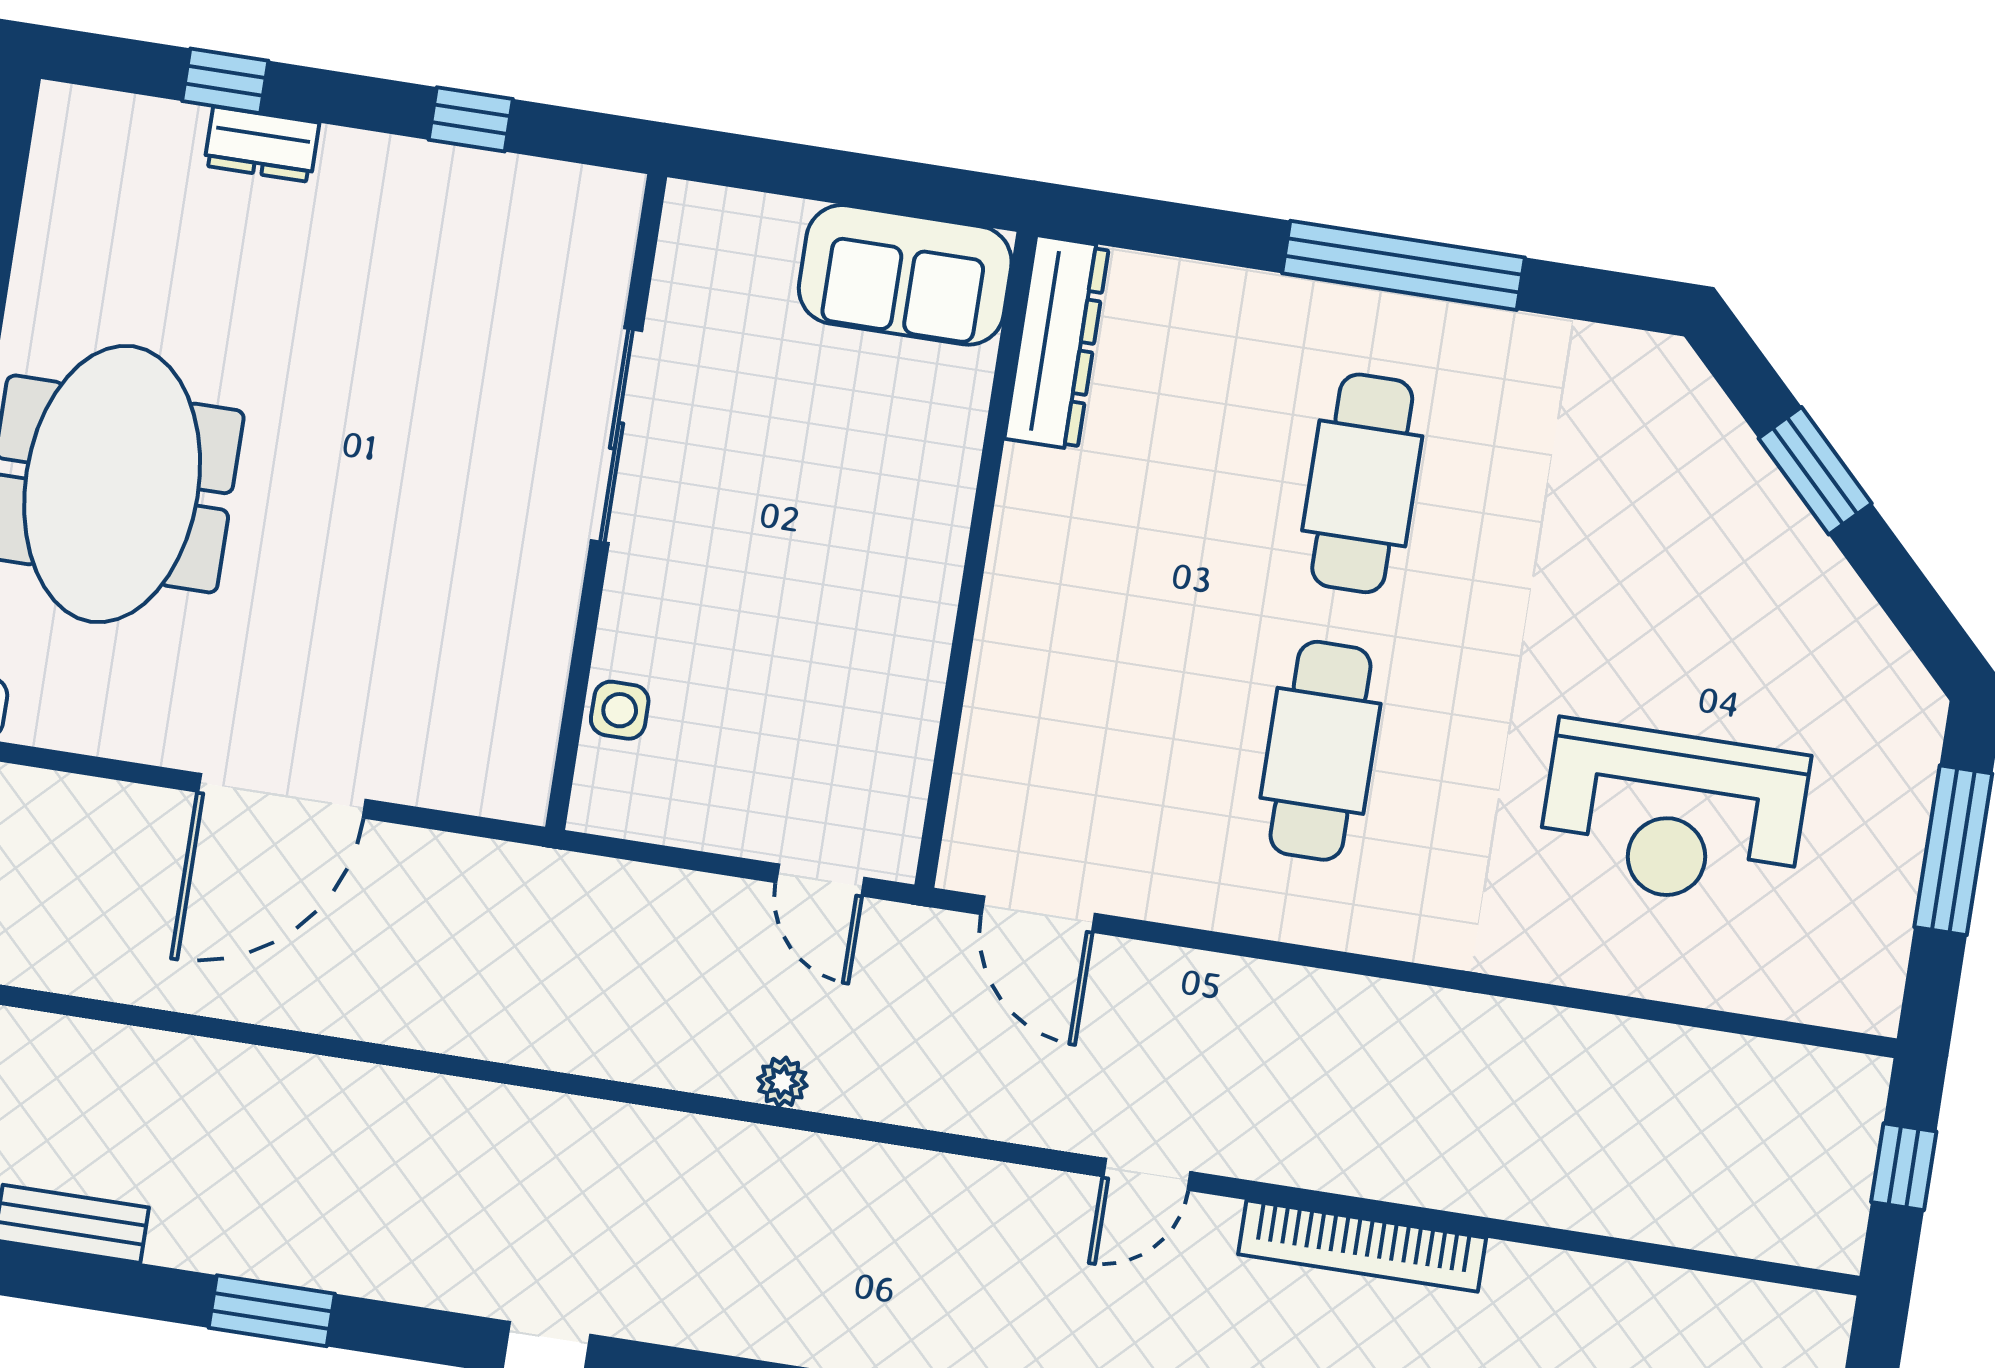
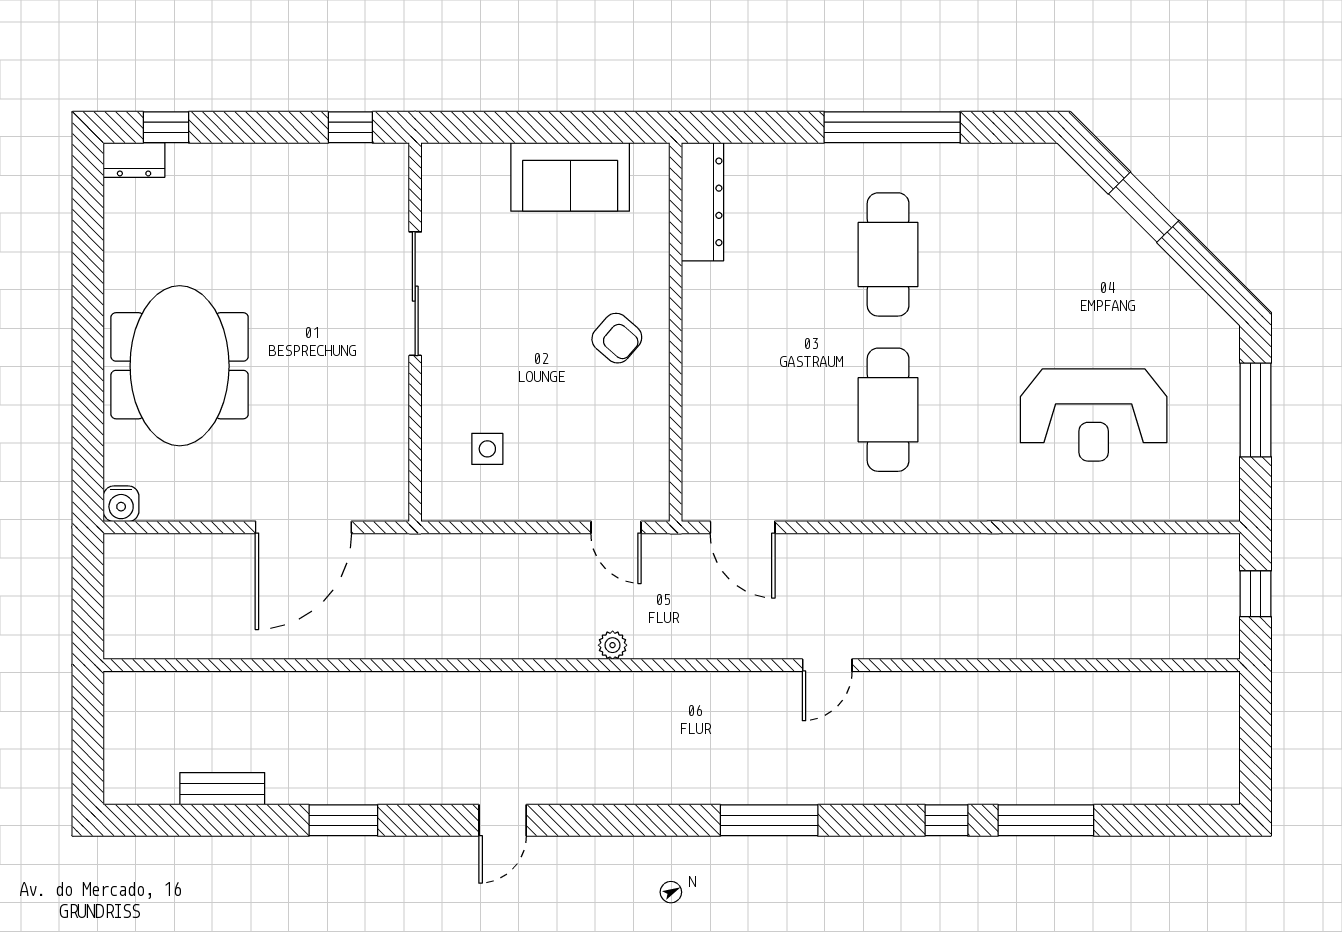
window: (225, 81) -> (166, 127), moved
dresser: (262, 144) -> (134, 160), moved
sofa: (905, 275) -> (570, 177), moved
sliding door: (617, 436) -> (415, 294), moved
wall: (606, 502) -> (415, 332), moved
armchair: (873, 554) -> (617, 338), added
bookcase: (1362, 1246) -> (956, 687), removed

